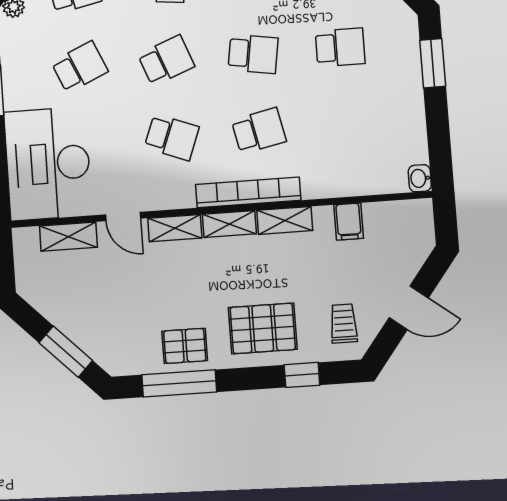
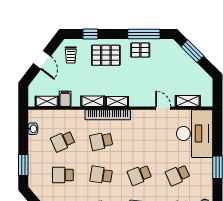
school desk: (172, 137) -> (63, 141), moved, turned -45
washbasin: (420, 178) -> (33, 129), moved
shelving: (175, 228) -> (47, 101), moved
door: (409, 308) -> (42, 60), swing flipped

